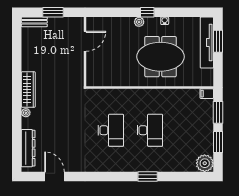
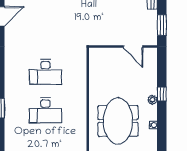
window: (53, 12) -> (162, 25), moved
window: (147, 12) -> (162, 94), moved

